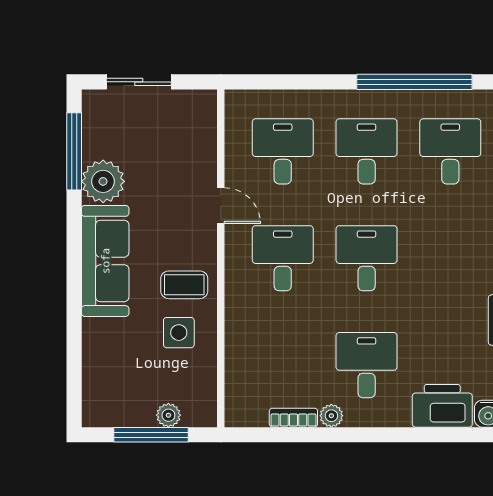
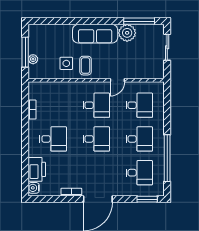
plant: (331, 416) -> (33, 125), removed

